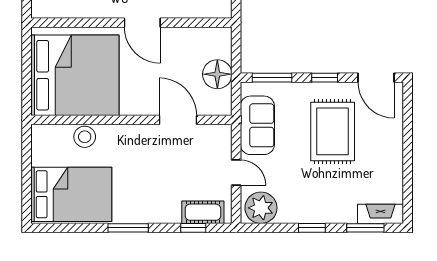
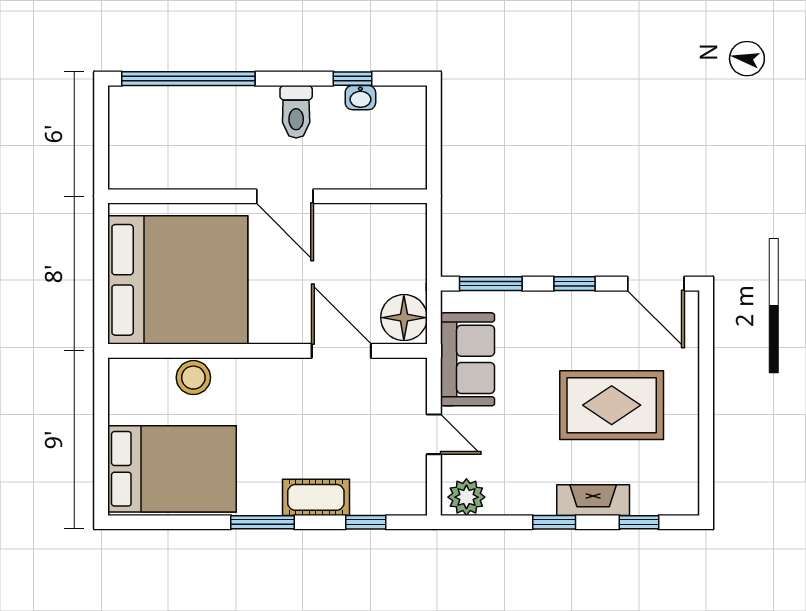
floor lamp: (217, 74) -> (404, 318), moved
rug: (333, 131) -> (612, 405), moved, turned 90
plant: (261, 208) -> (466, 497), width x0.73, depth x0.73
cot: (203, 212) -> (316, 497), moved
fireplace: (381, 214) -> (593, 500), moved
window: (365, 228) -> (639, 522), width x0.67

